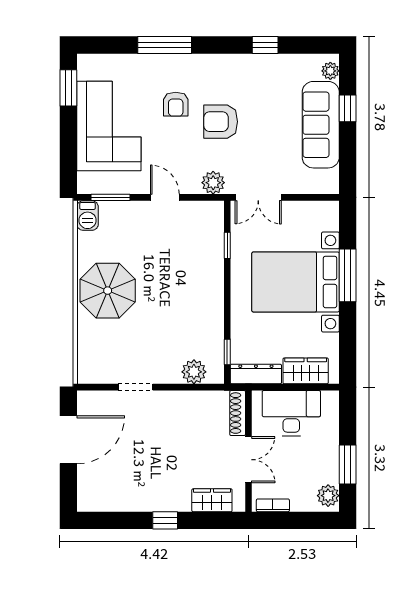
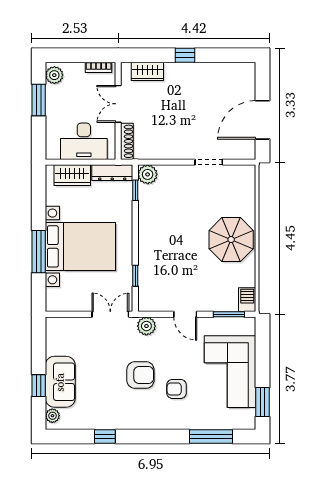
window: (165, 45) -> (211, 436), moved
armchair: (176, 104) -> (176, 389), turned -90
sofa: (321, 125) -> (60, 382), width x0.73
plant: (194, 372) -> (148, 174), moved

